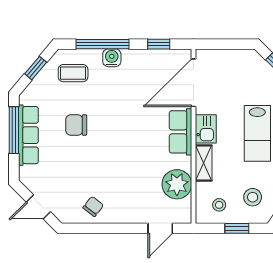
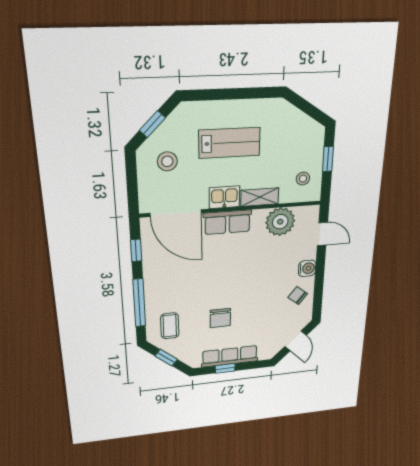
water cooler: (112, 58) -> (307, 268), moved, turned 180
window: (14, 130) -> (225, 368), width x0.46
stool: (253, 197) -> (167, 161), moved

